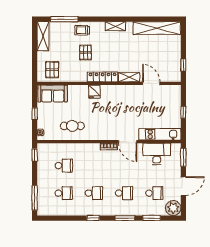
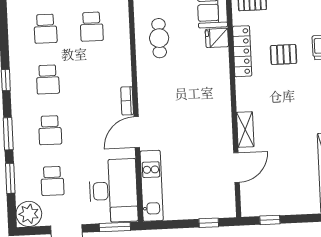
locker: (103, 77) -> (242, 51), moved
fridge: (94, 92) -> (217, 38), moved
window: (183, 112) -> (209, 223), moved
desk: (157, 154) -> (113, 191), width x1.36, depth x1.30

